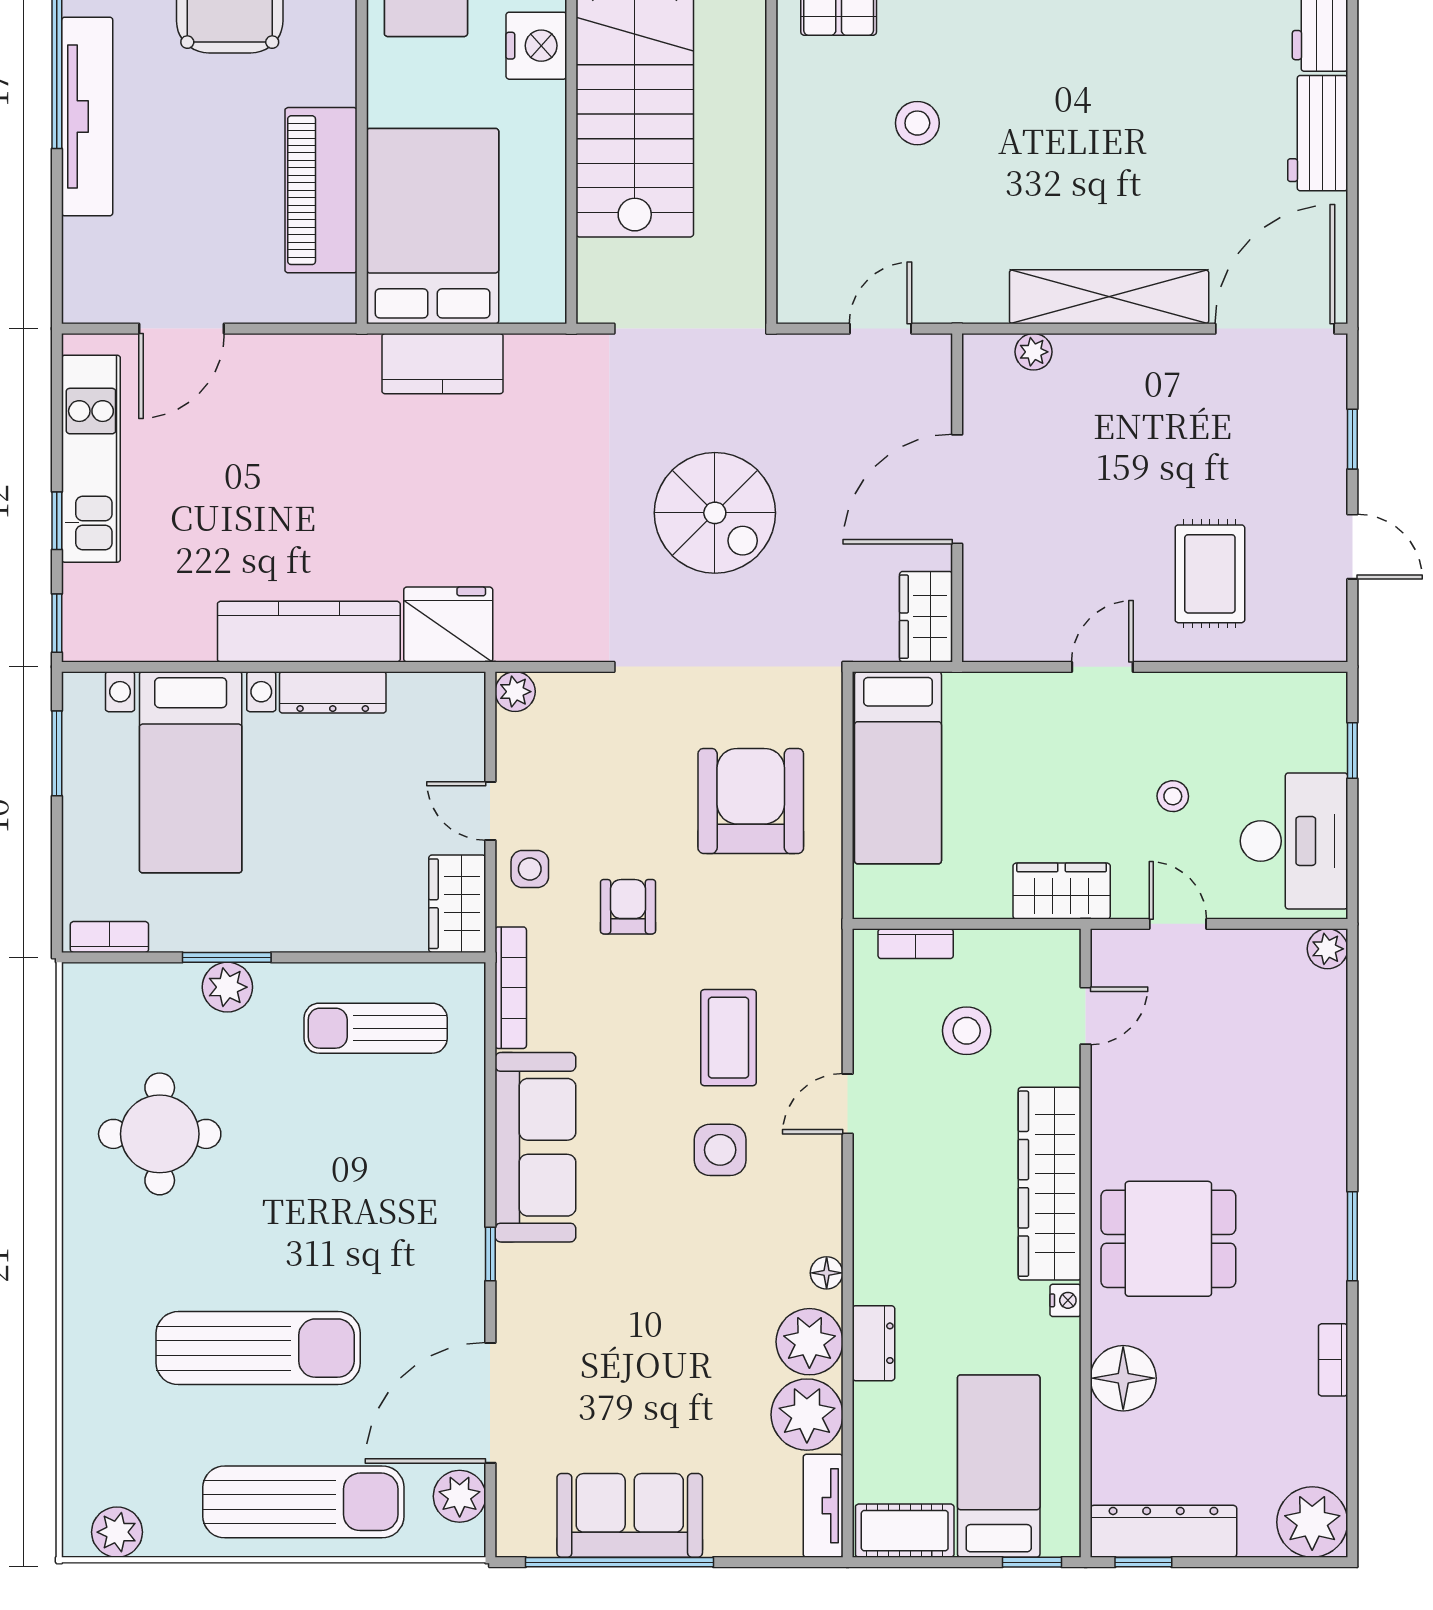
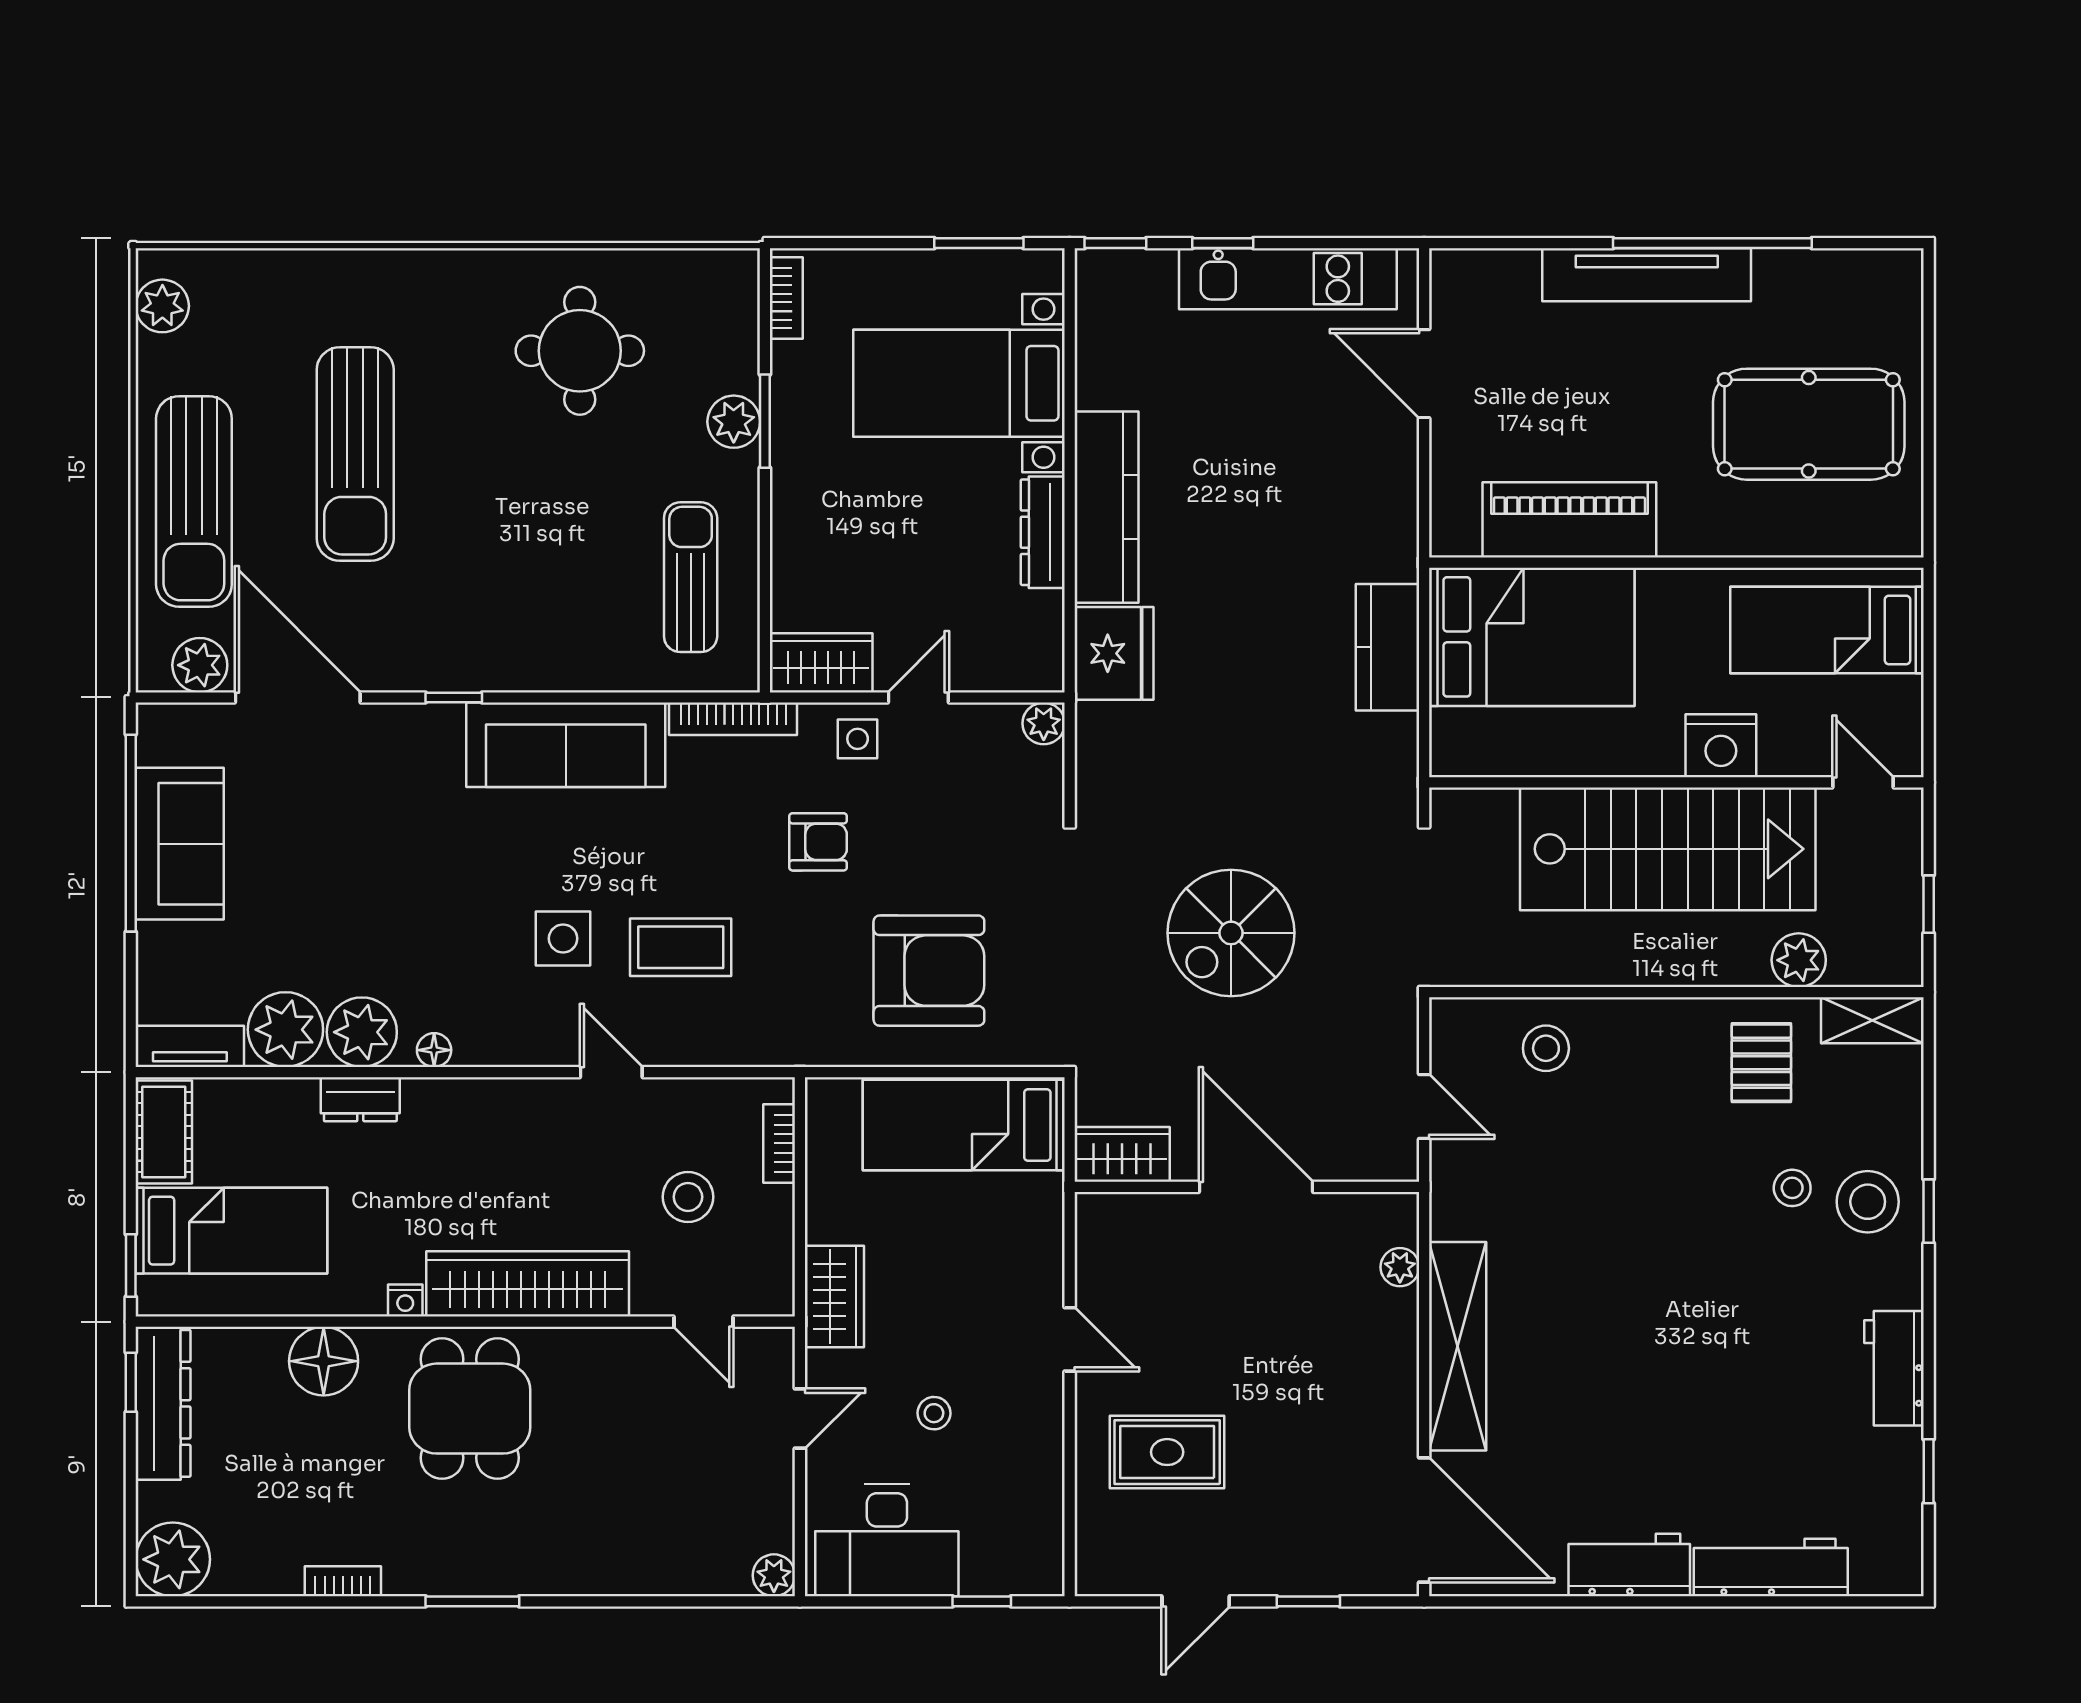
stool: (917, 123) -> (1546, 1048), moved

